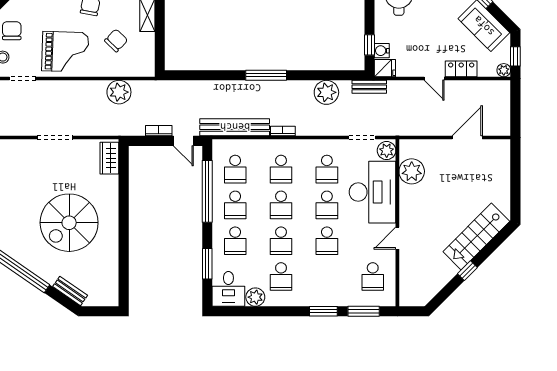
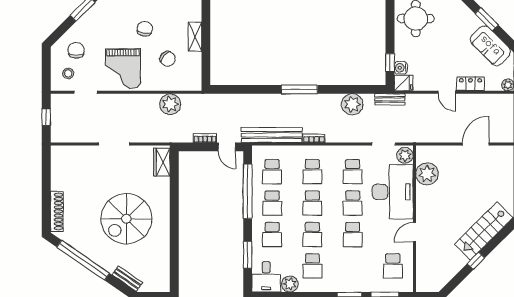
chair: (116, 40) -> (168, 59), turned 88
grand piano: (65, 52) -> (123, 69), turned 88

